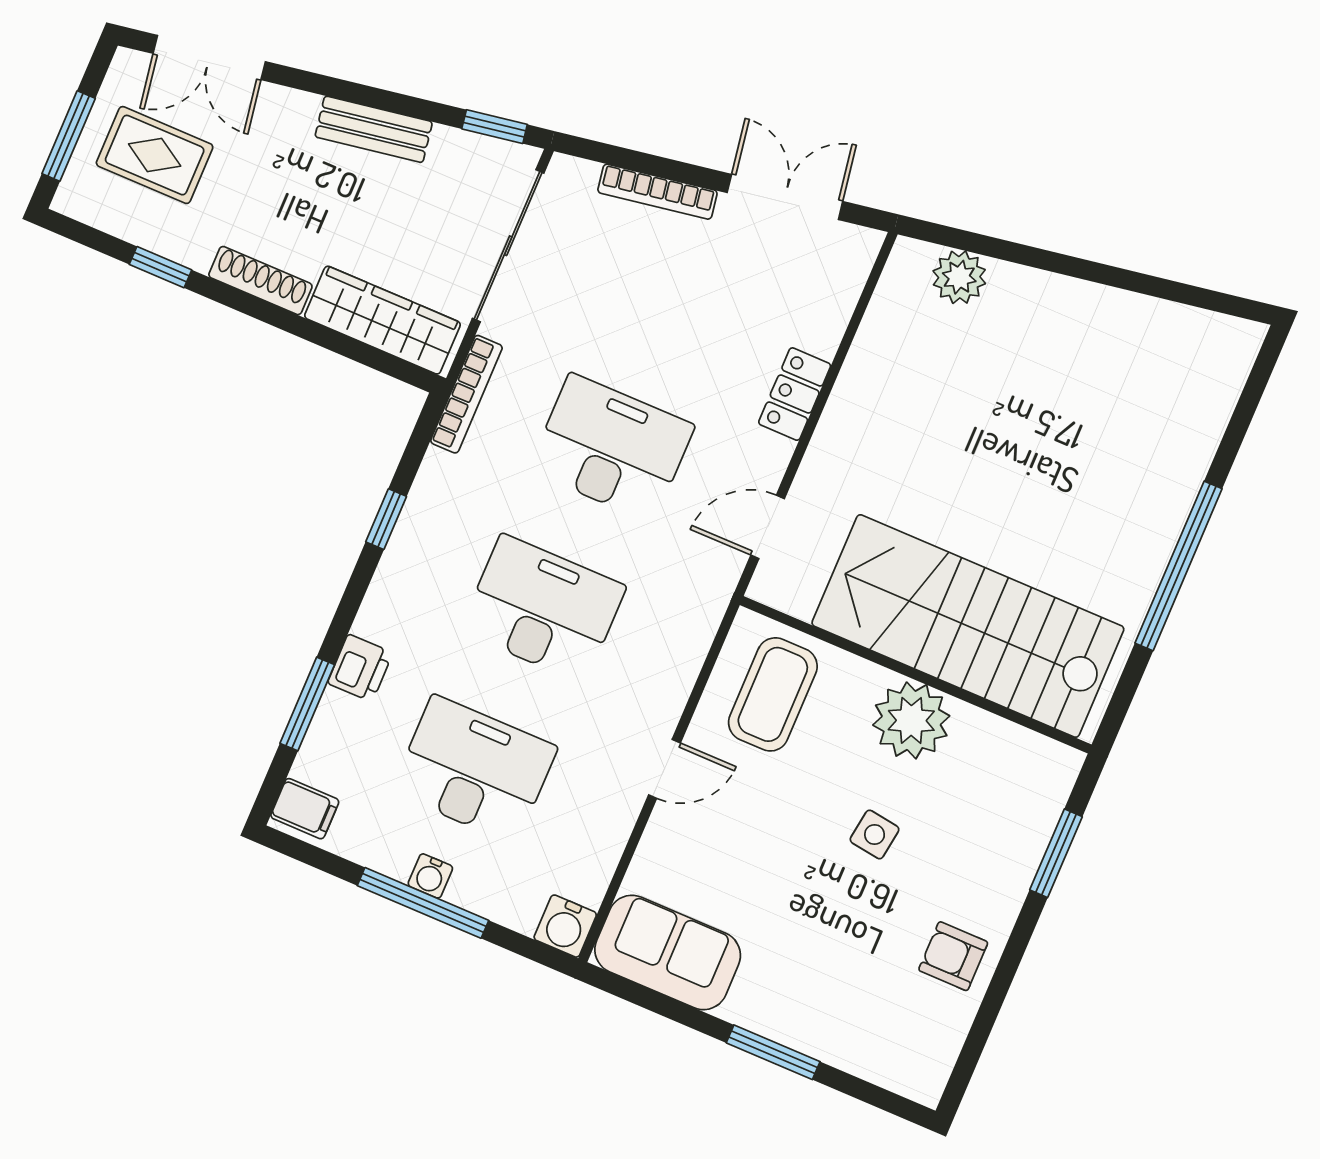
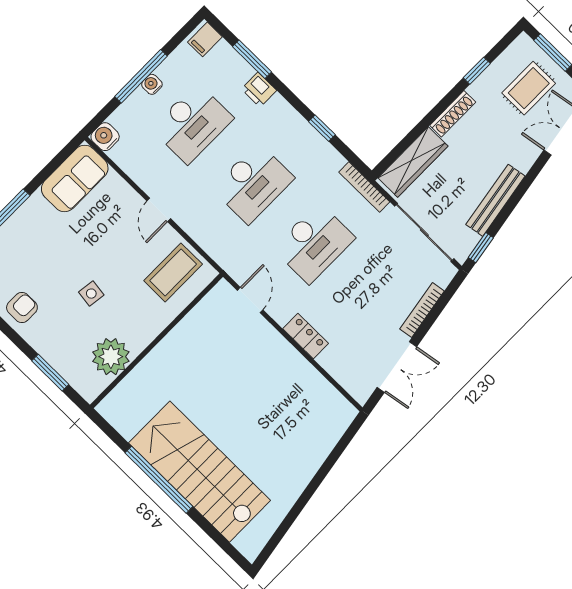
bench: (374, 129) -> (495, 200), width x1.36
plant: (959, 277) -> (329, 432), removed
stairs: (968, 626) -> (200, 472), moved, turned -90
coffee table: (773, 694) -> (173, 272), turned 90
plant: (911, 720) -> (111, 357), moved

